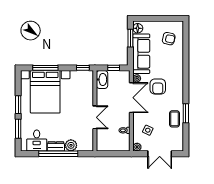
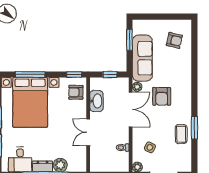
floor lamp: (138, 28) -> (138, 28), removed
washbasin: (102, 79) -> (96, 101), moved
armchair: (84, 83) -> (76, 92), added
double door: (95, 117) -> (88, 132), swing flipped

